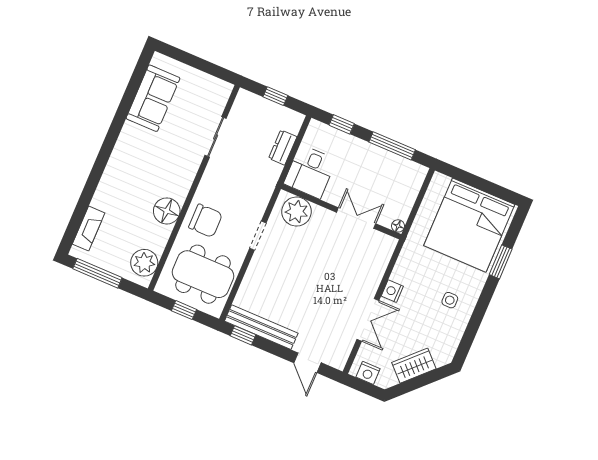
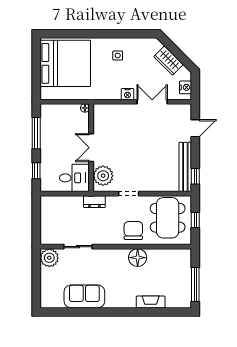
window: (275, 96) -> (36, 220), removed
sofa: (153, 98) -> (84, 296), moved
dresser: (283, 147) -> (94, 202), moved
double door: (356, 218) -> (91, 148), moved
fireplace: (89, 229) -> (151, 302), moved
window: (501, 262) -> (80, 34), removed
plant: (144, 263) -> (49, 258), moved

